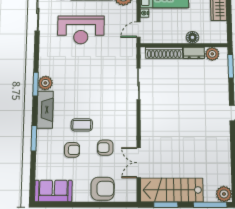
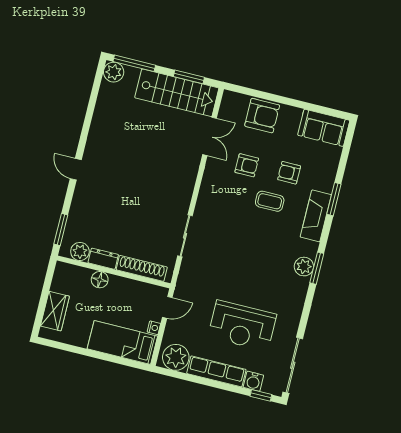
reception desk: (81, 30) -> (242, 326), turned 180
fireplace: (45, 110) -> (316, 216), moved
armchair: (103, 189) -> (262, 116), turned 180

